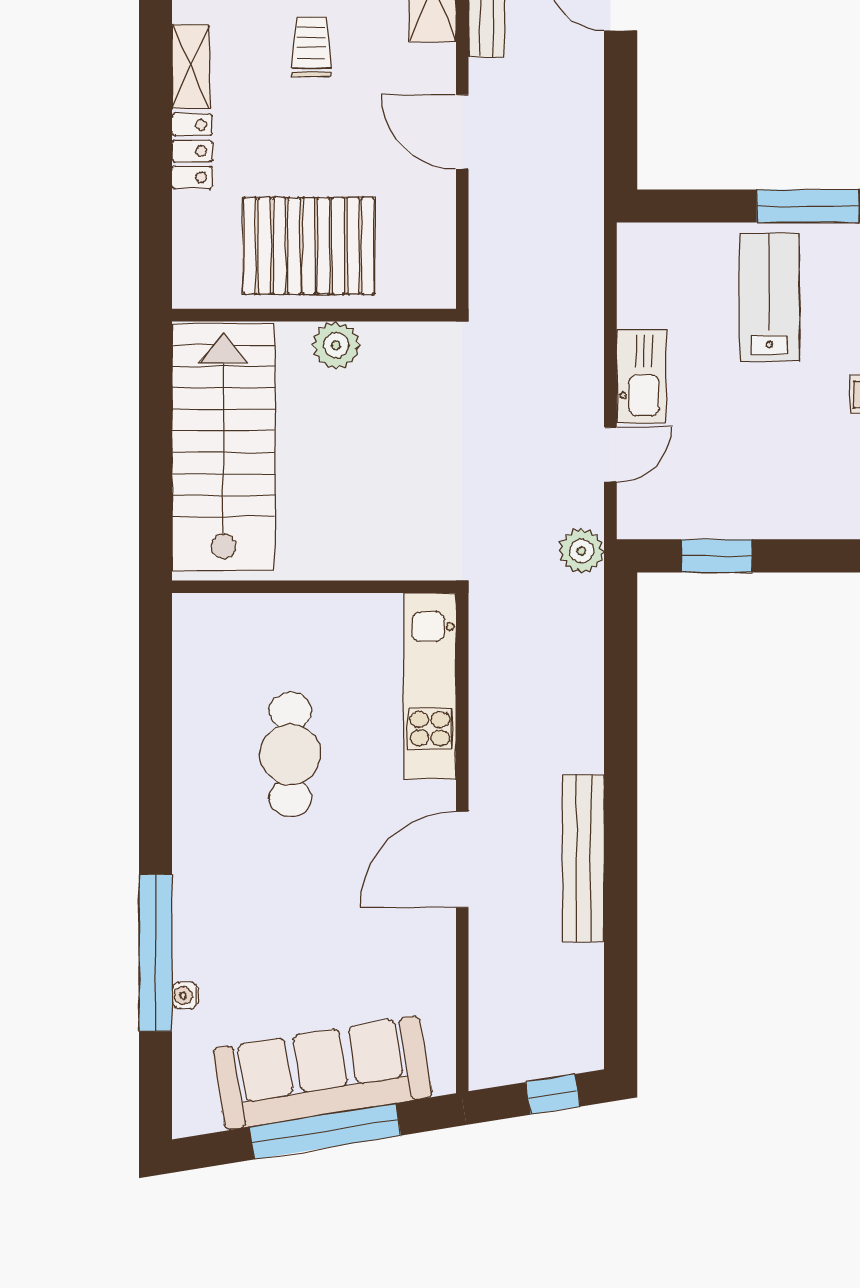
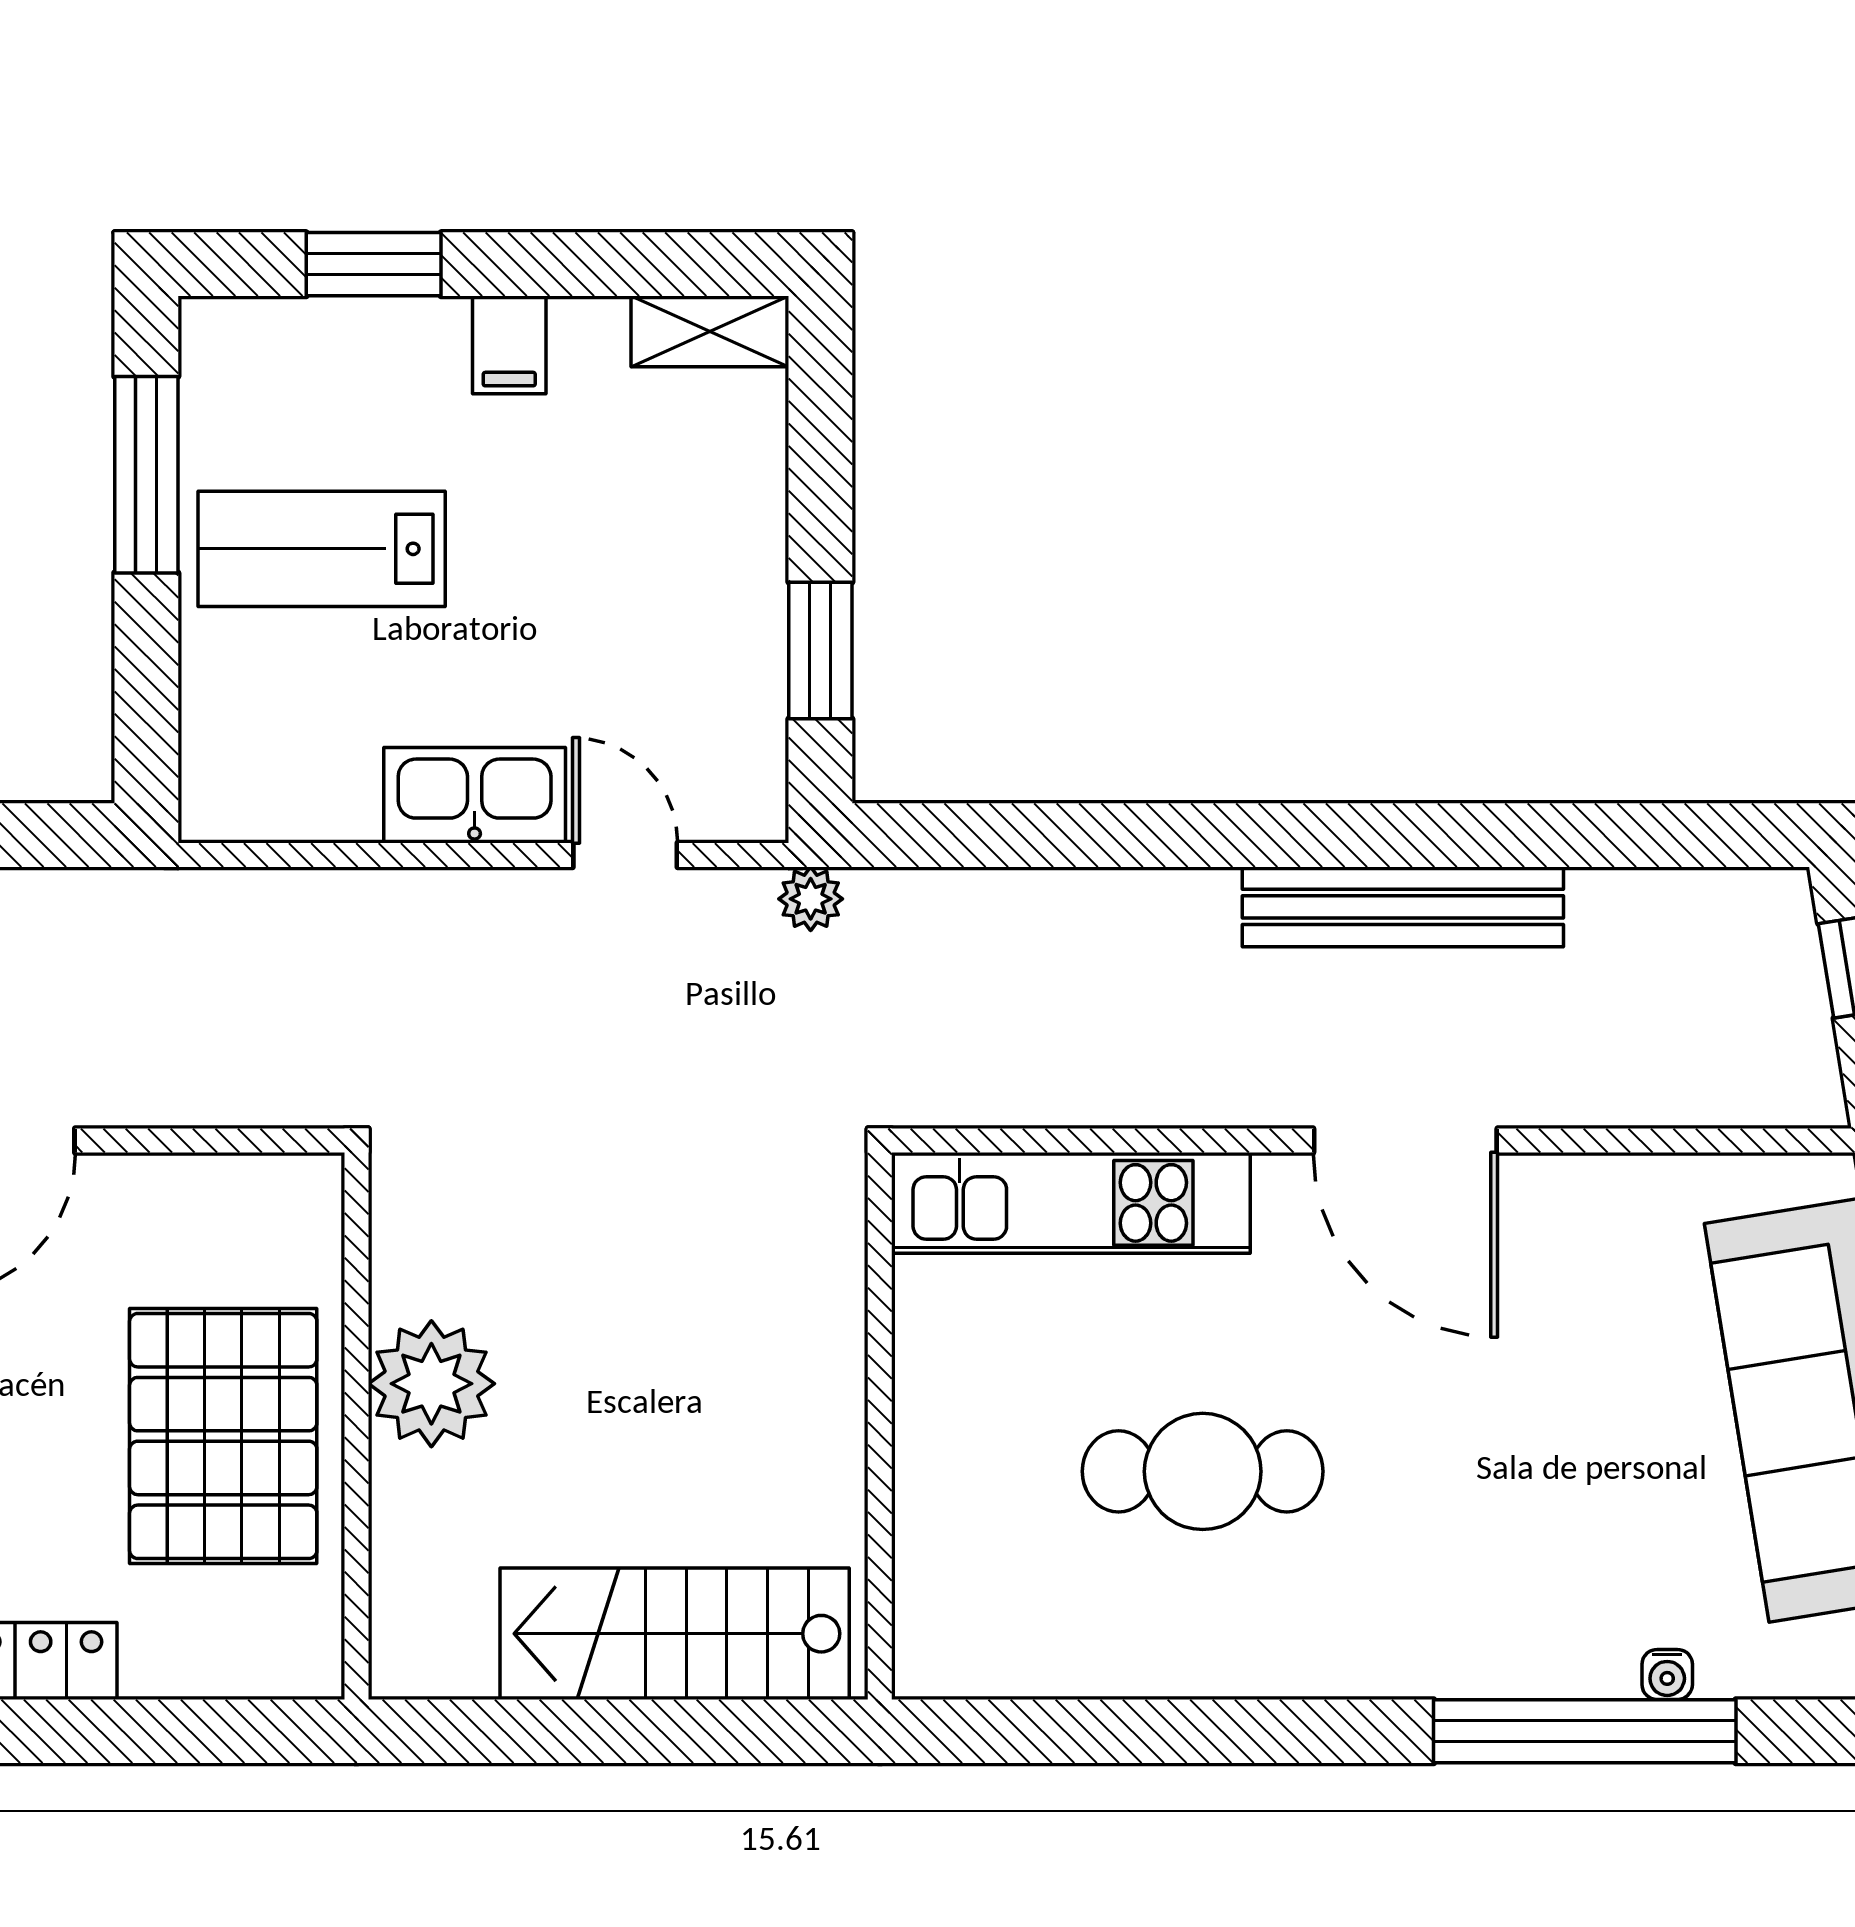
plant: (336, 345) -> (431, 1384), width x1.36, depth x1.36
stairs: (223, 447) -> (675, 1634), width x0.73, depth x0.66
plant: (581, 551) -> (811, 899), width x0.73, depth x0.73

